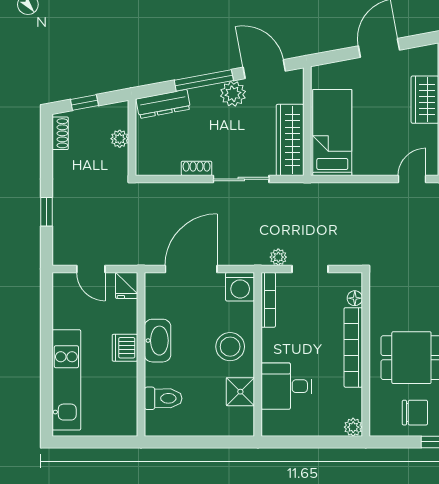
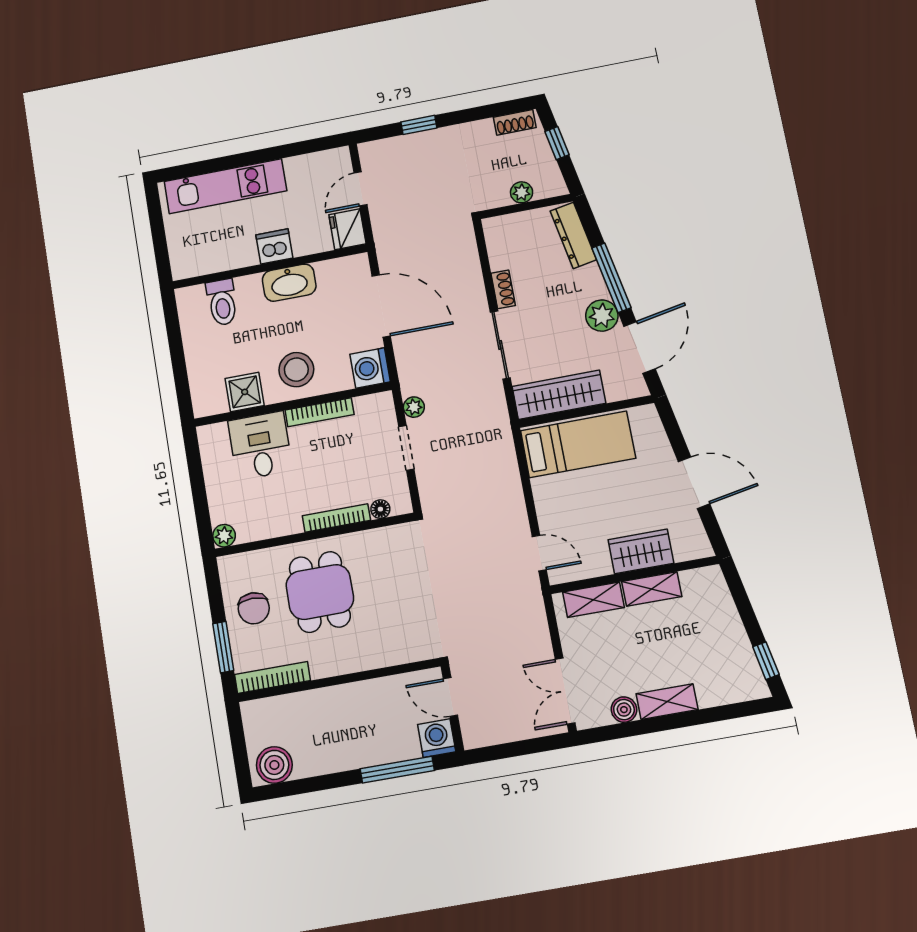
fridge: (127, 285) -> (347, 229), width x1.38
bookcase: (268, 300) -> (320, 412), moved
bookcase: (353, 347) -> (336, 518), width x0.68, depth x0.76

